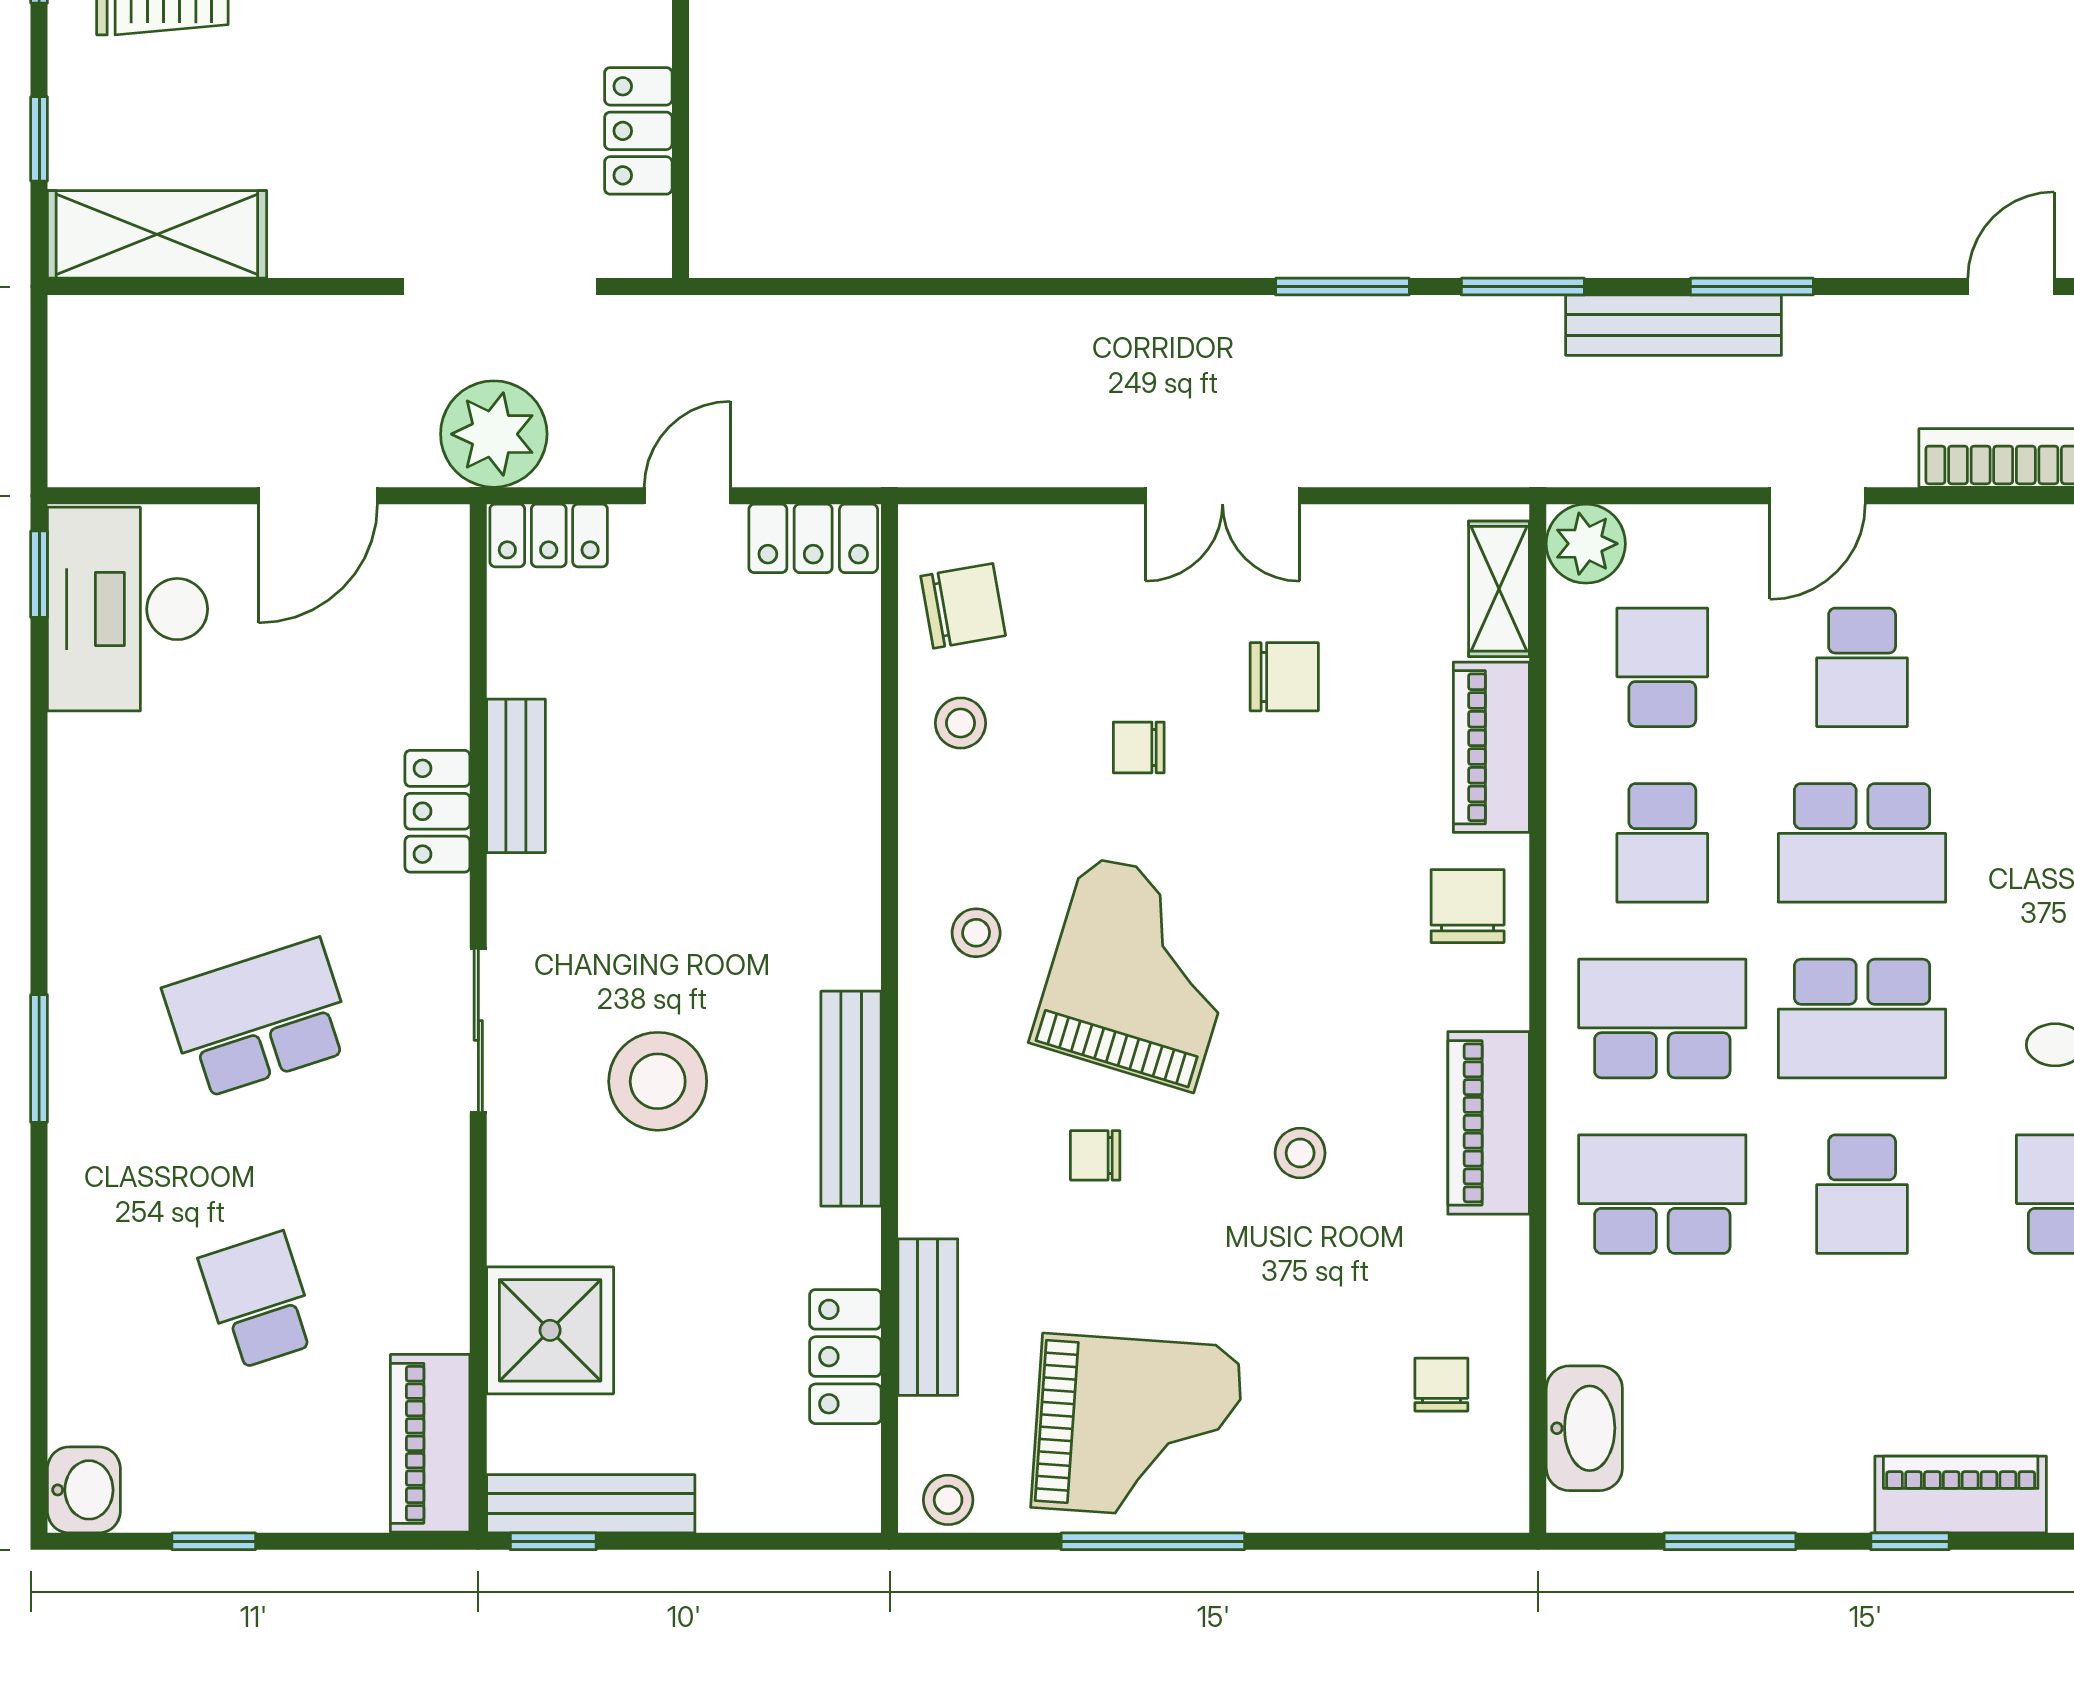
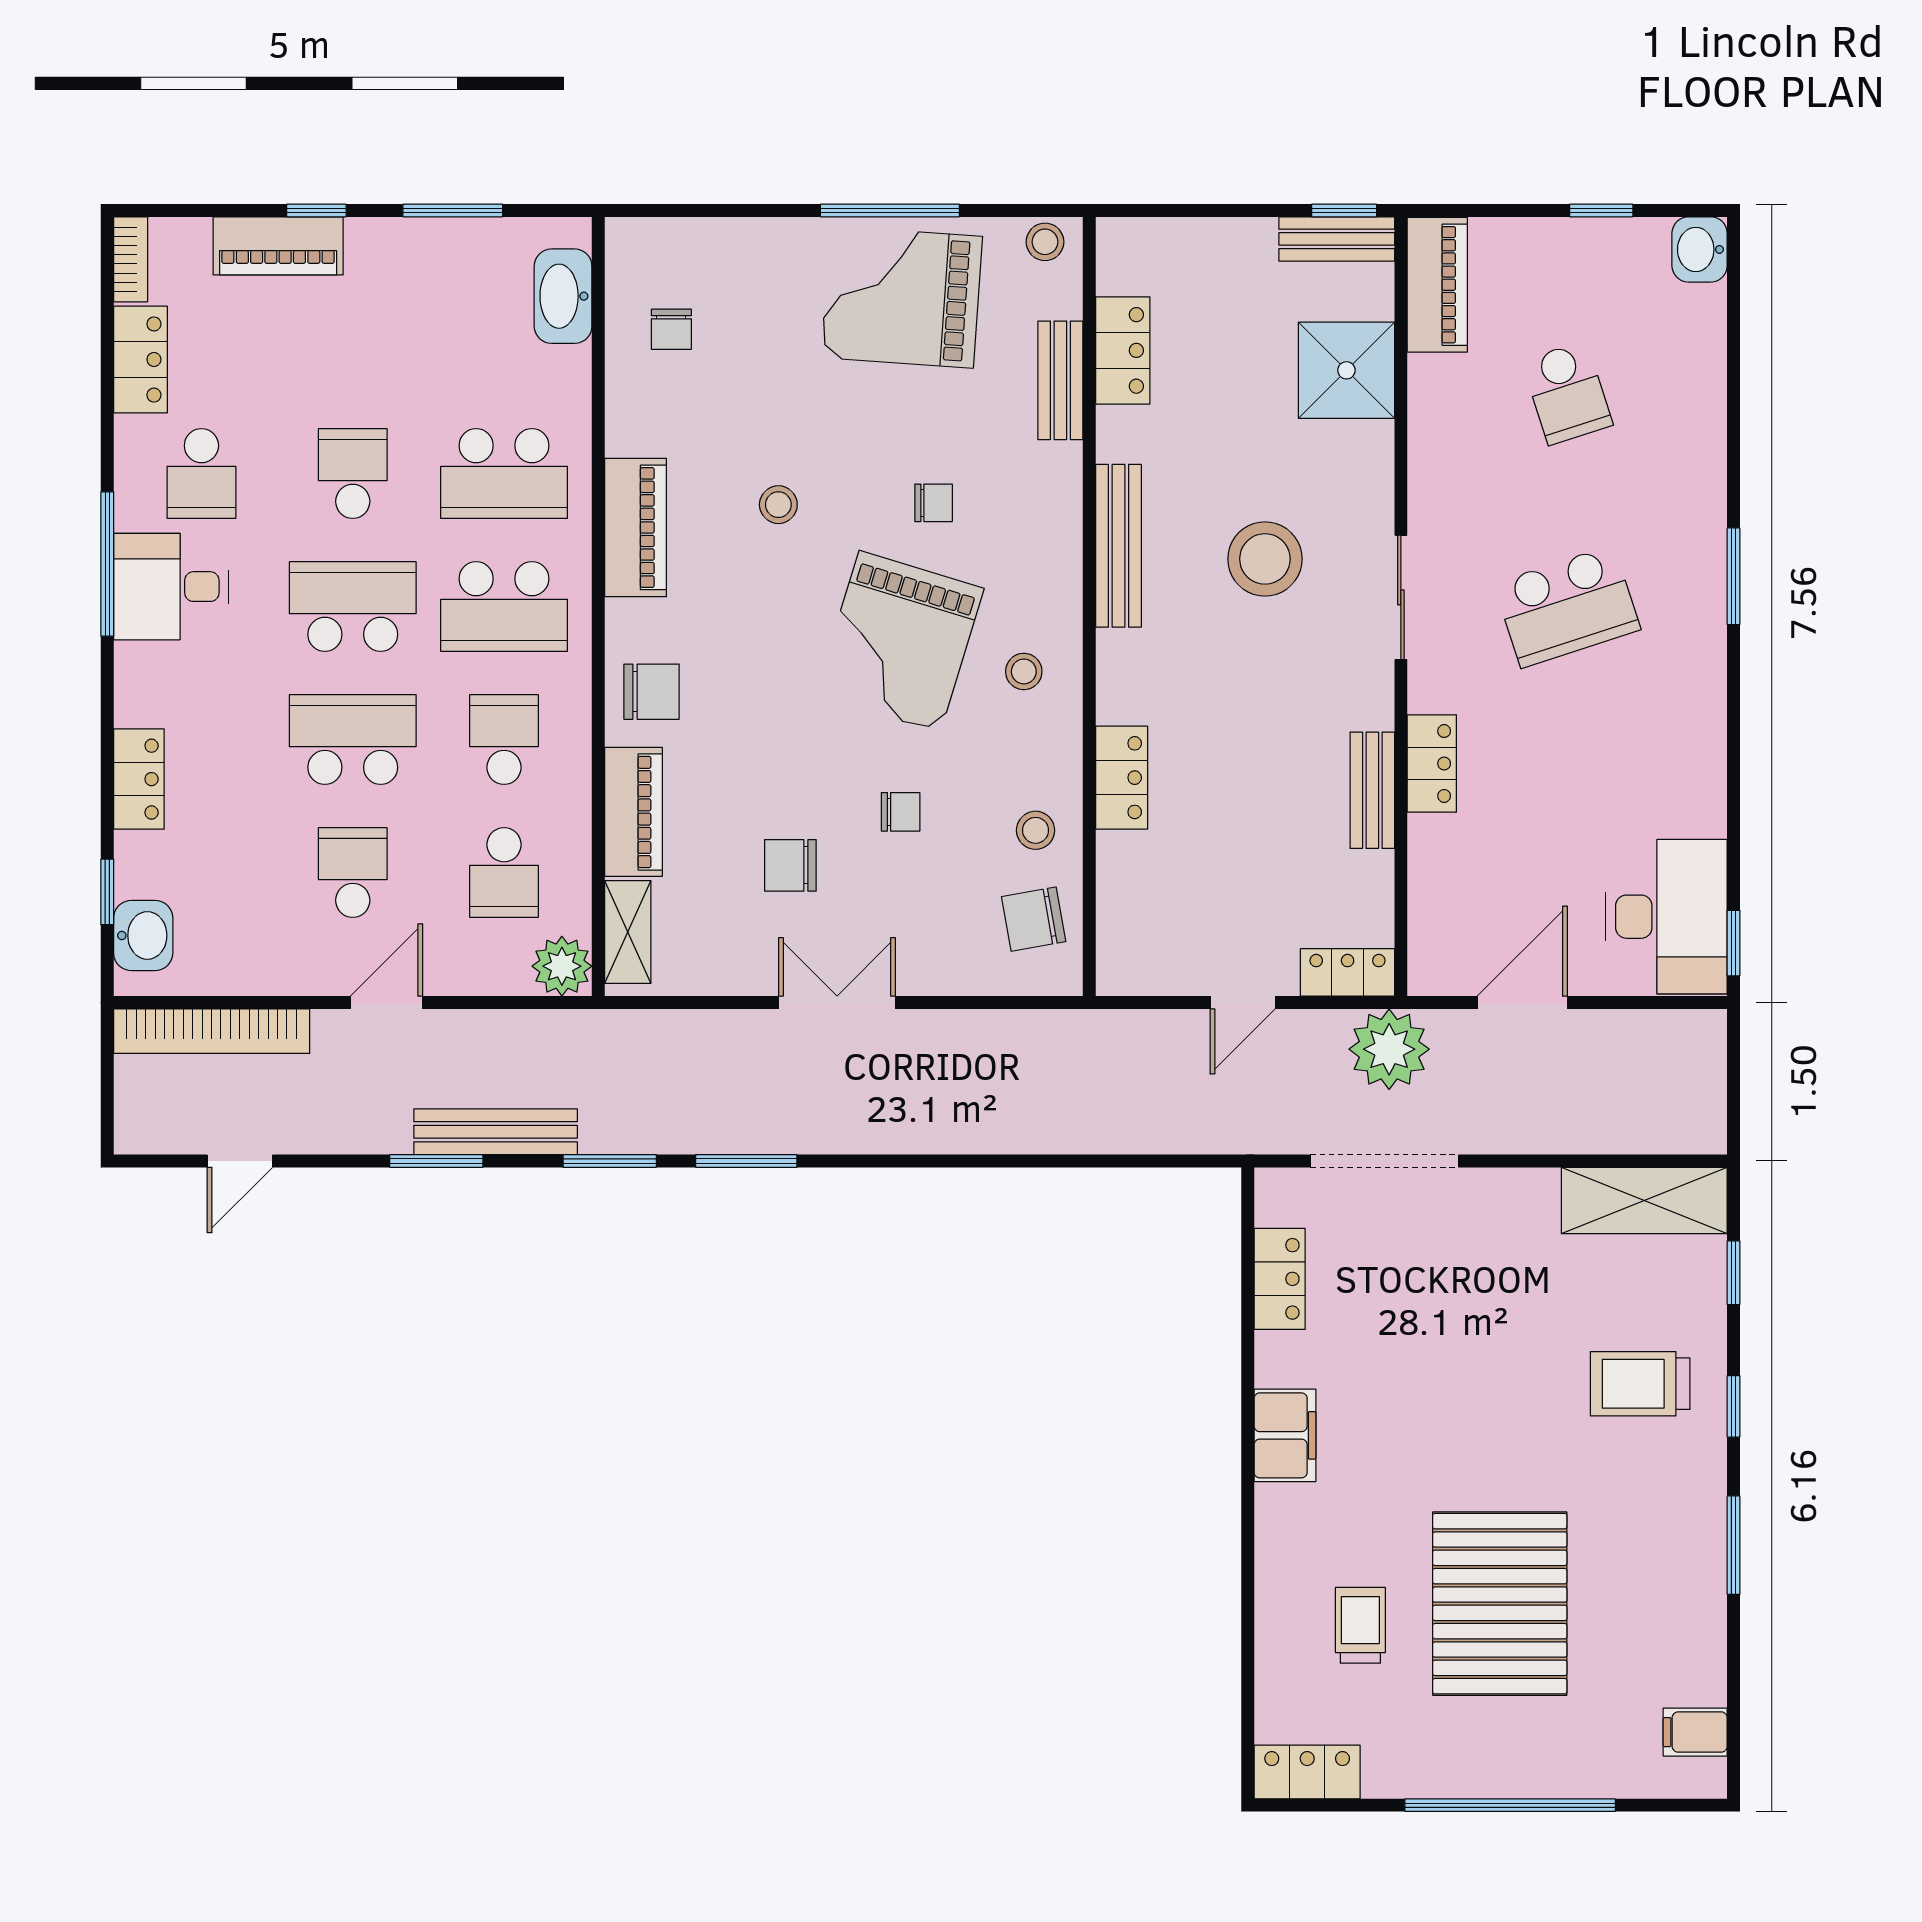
locker: (813, 538) -> (1122, 778), moved, turned 90
chair: (1468, 906) -> (652, 692), turned -90
bench: (591, 1504) -> (1337, 239), width x0.73

